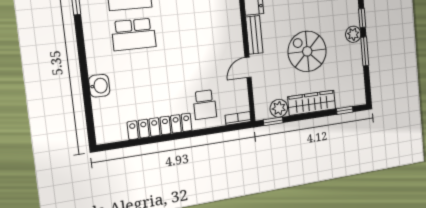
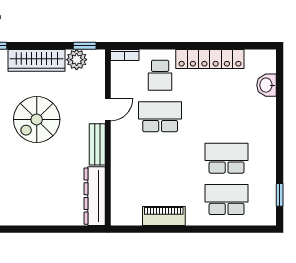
spiral stairs: (307, 51) -> (37, 119), turned 90
school desk: (201, 67) -> (160, 117), added
washbasin: (99, 86) -> (266, 85), moved
school desk: (205, 105) -> (160, 75), turned 180

